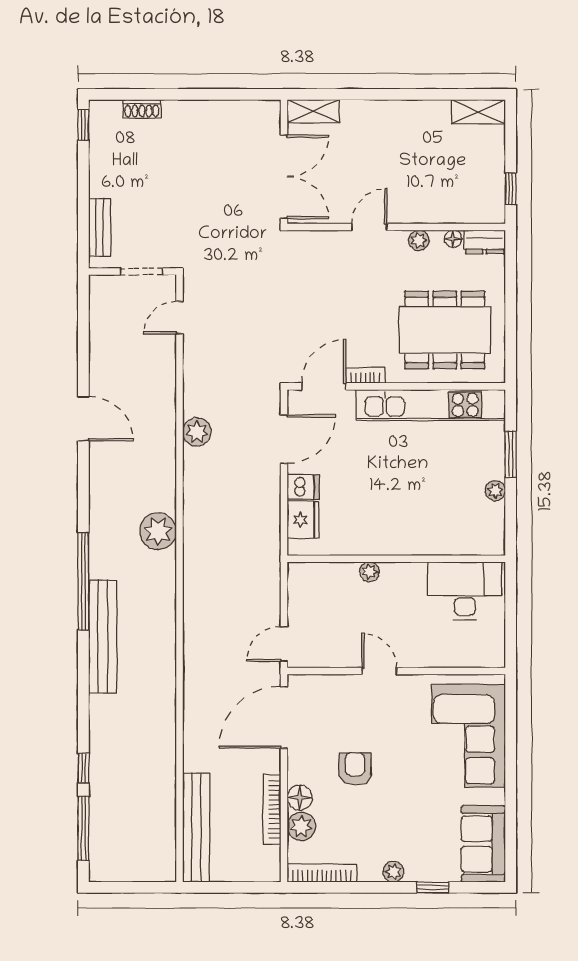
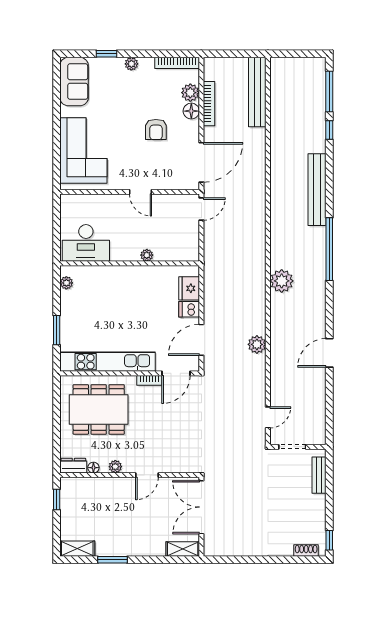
window: (423, 94) -> (112, 560), added
shoe rack: (142, 109) -> (306, 551), moved
door: (83, 419) -> (329, 353), hinge flipped
plant: (495, 491) -> (66, 283), moved
bench: (103, 637) -> (317, 190), moved

